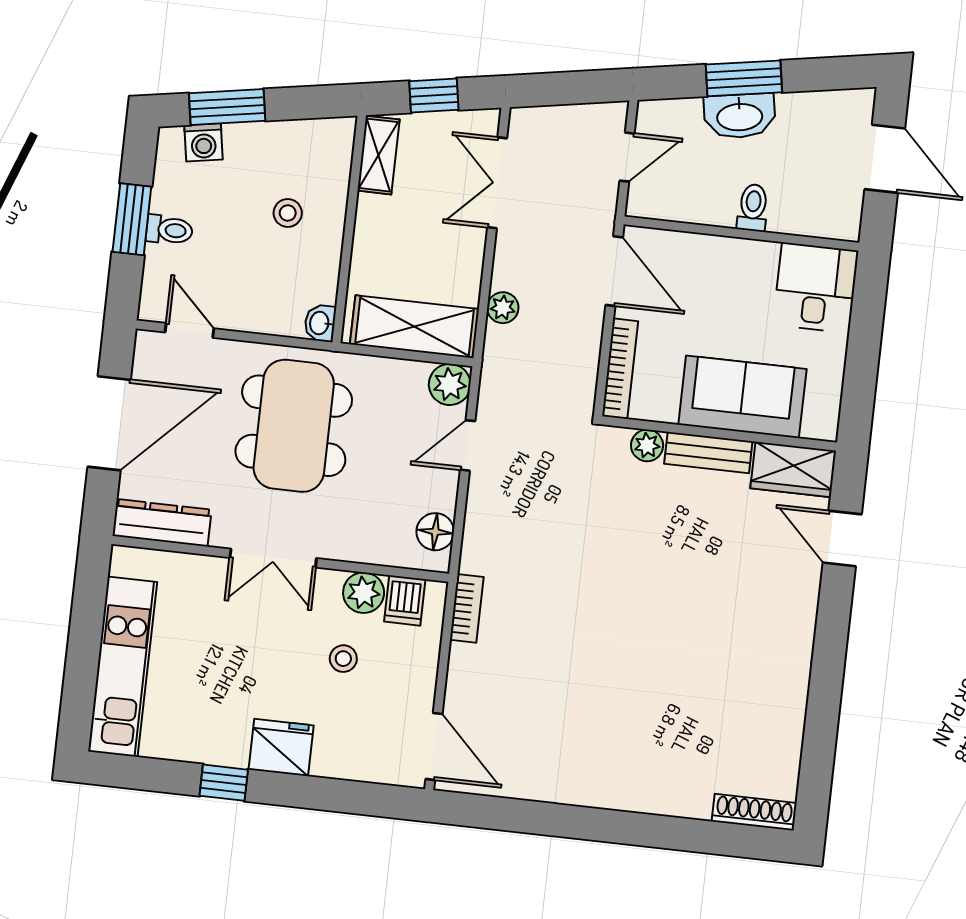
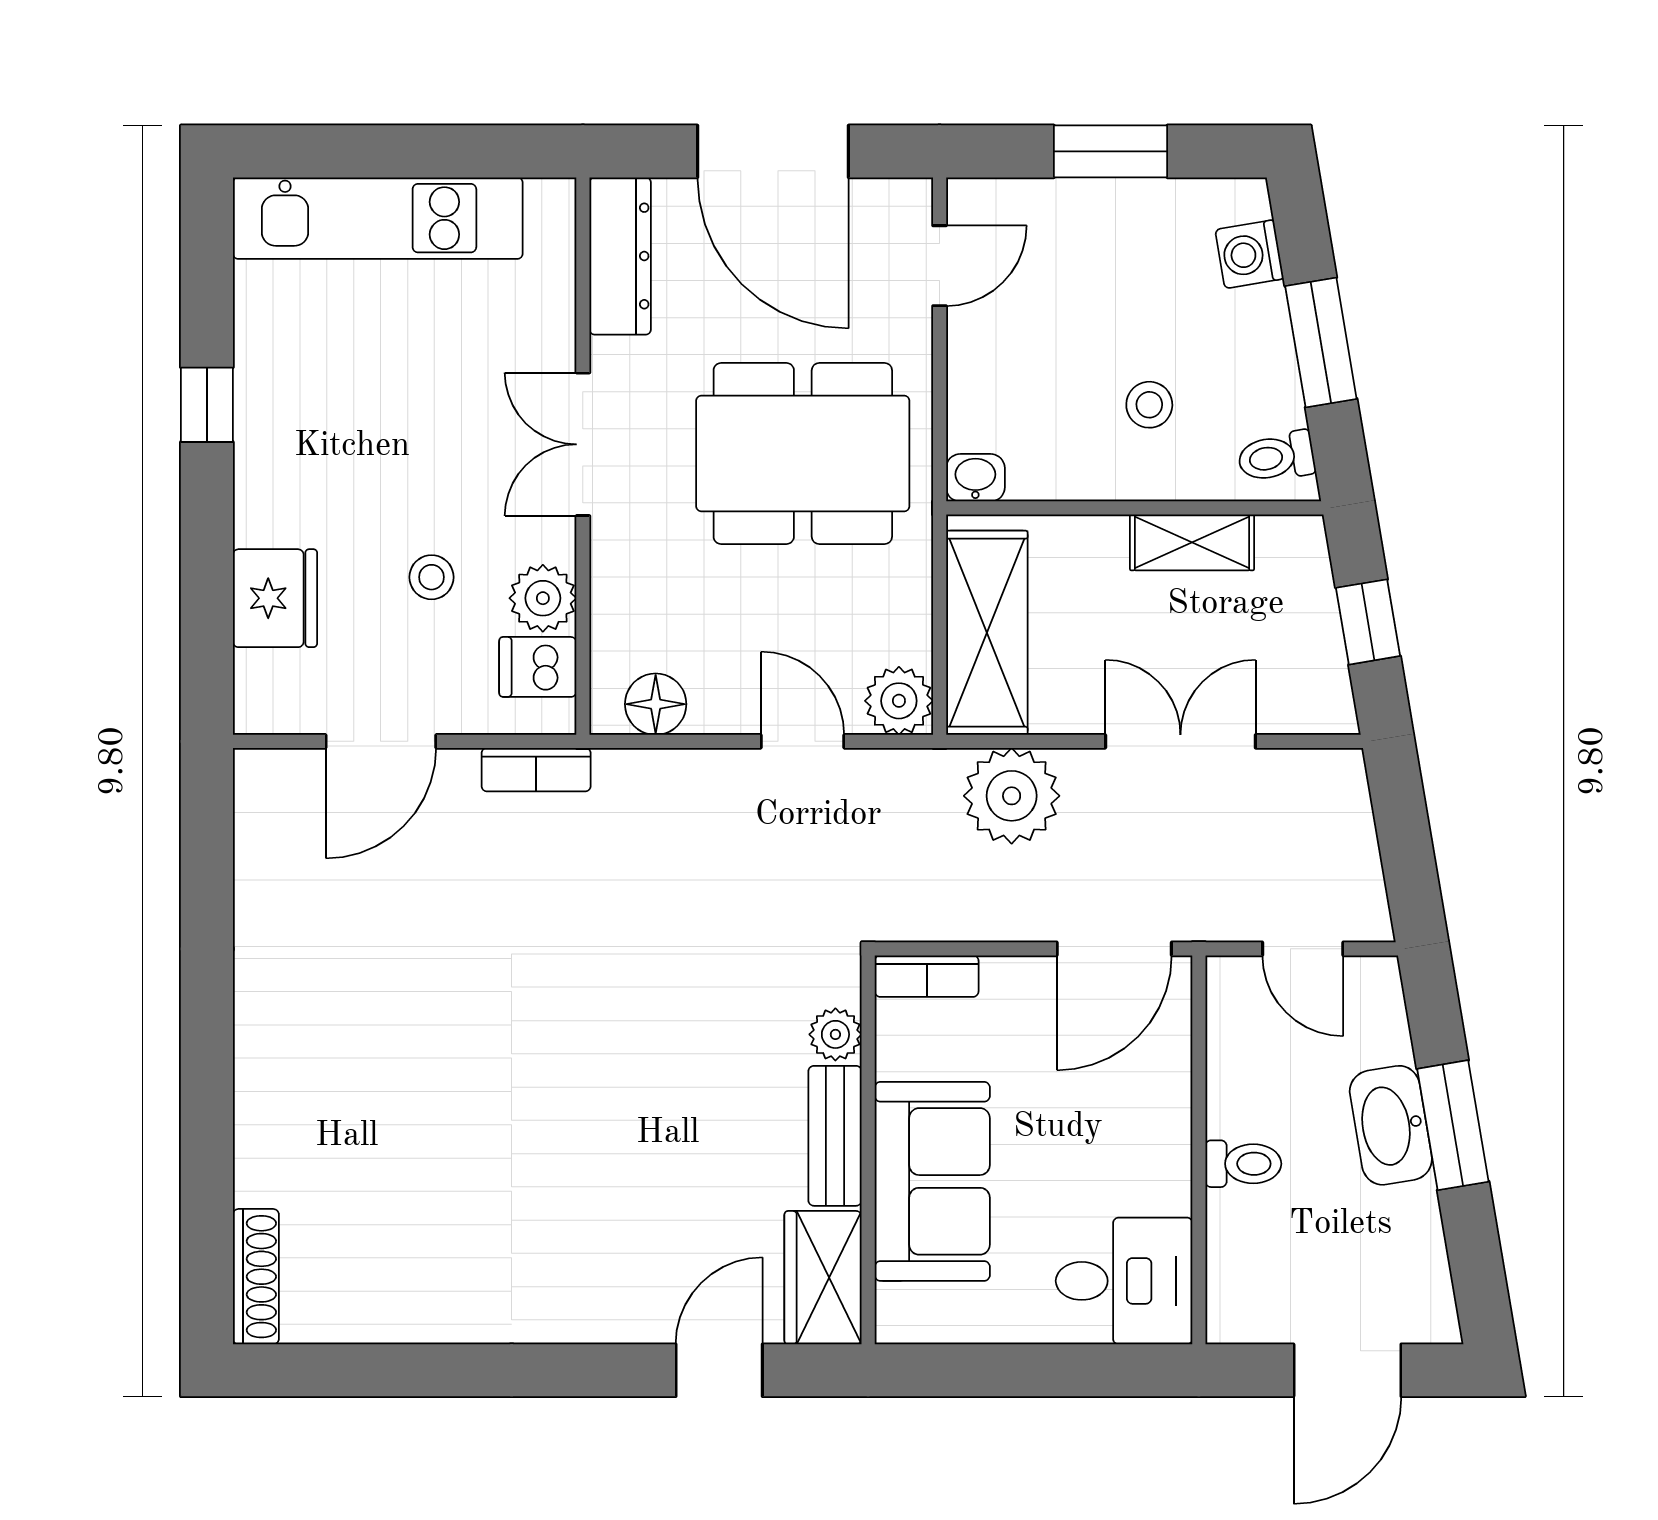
window: (227, 107) -> (1321, 343), moved
shelving: (378, 155) -> (1192, 542), moved
double door: (497, 183) -> (1180, 741), moved
toilet: (169, 230) -> (1276, 457), moved, turned 80
plant: (503, 308) -> (1012, 796), width x1.88, depth x1.88
bookcase: (620, 369) -> (927, 976), width x0.64
door: (434, 746) -> (381, 741), moved
fridge: (281, 747) -> (275, 598), moved

